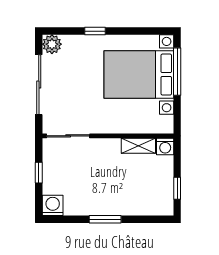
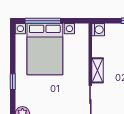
shelving: (138, 146) -> (98, 70), moved

